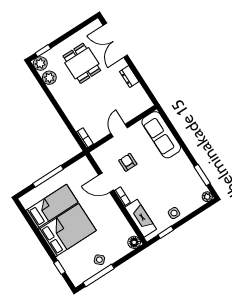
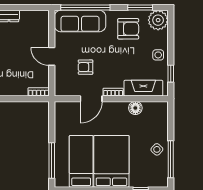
window: (175, 132) -> (85, 7), added
window: (48, 176) -> (52, 161), moved
armchair: (179, 176) -> (128, 29), added
plant: (207, 197) -> (158, 20), width x1.87, depth x1.87
floor lamp: (134, 242) -> (135, 108), moved

